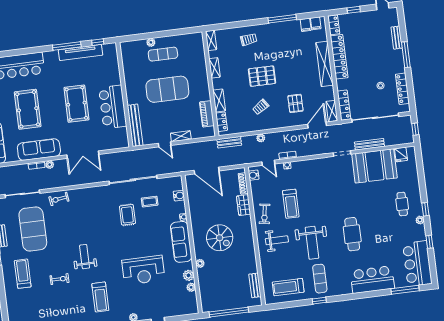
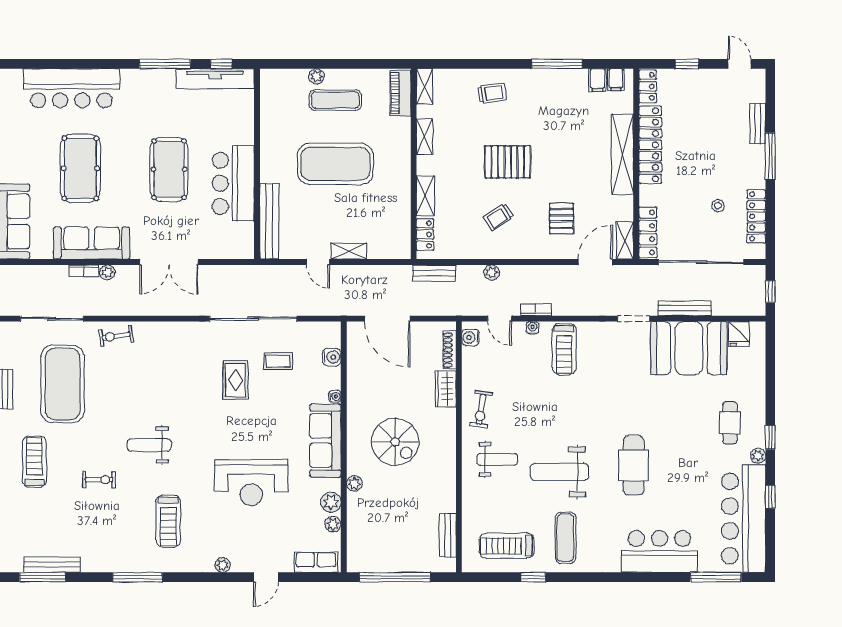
tv unit: (80, 53) -> (215, 79), moved
piano: (207, 114) -> (400, 93), moved
treadmill: (291, 204) -> (564, 349), moved
weight bench: (312, 243) -> (560, 472), turned 90
weight bench: (85, 257) -> (149, 445), turned -90
bar counter: (417, 264) -> (744, 519), width x1.36
window: (319, 301) -> (533, 577), moved
row of seats: (184, 309) -> (316, 562), added

